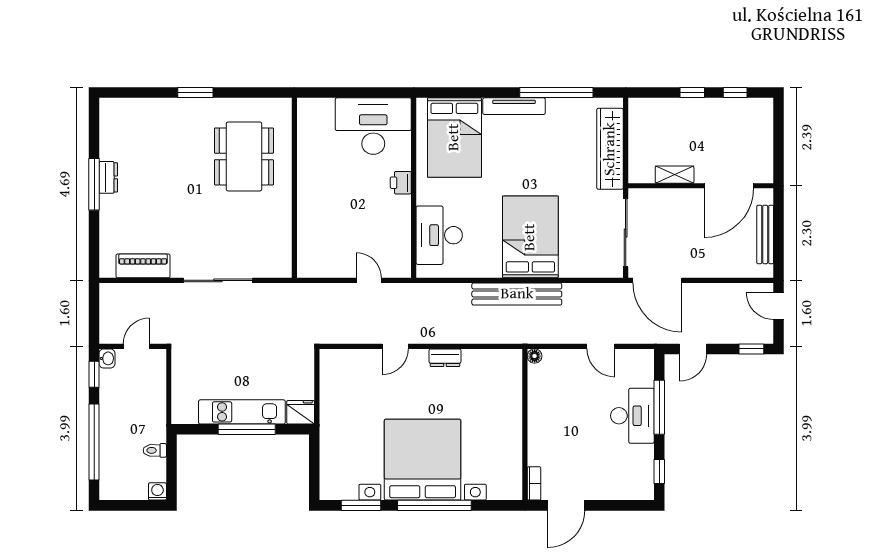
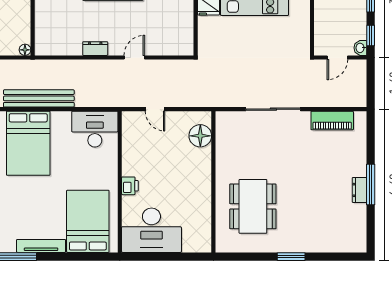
desk: (439, 235) -> (95, 129), moved, turned -90
floor lamp: (311, 246) -> (200, 136), added

